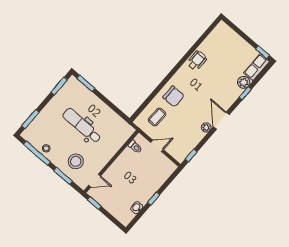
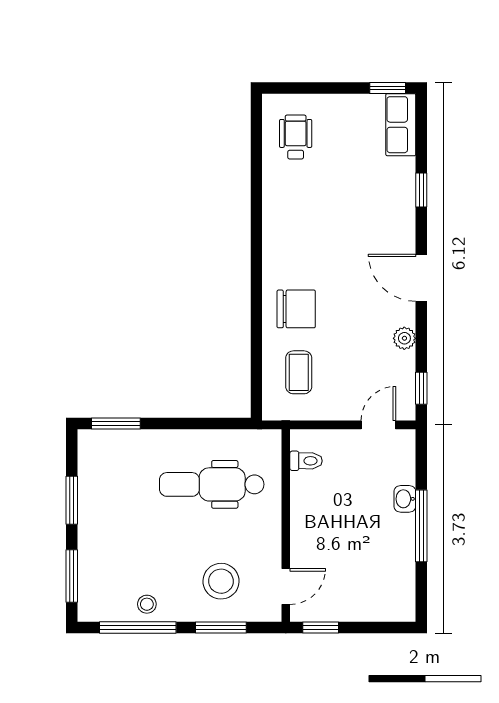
wheelchair: (197, 61) -> (296, 137), moved
plant: (244, 82) -> (401, 173), removed
window: (59, 86) -> (72, 500), moved
dental chair: (82, 126) -> (212, 484), moved
plant: (206, 127) -> (404, 338), moved
door: (157, 146) -> (378, 425), moved
window: (154, 199) -> (421, 526), width x2.17
washbasin: (137, 208) -> (405, 499), moved

